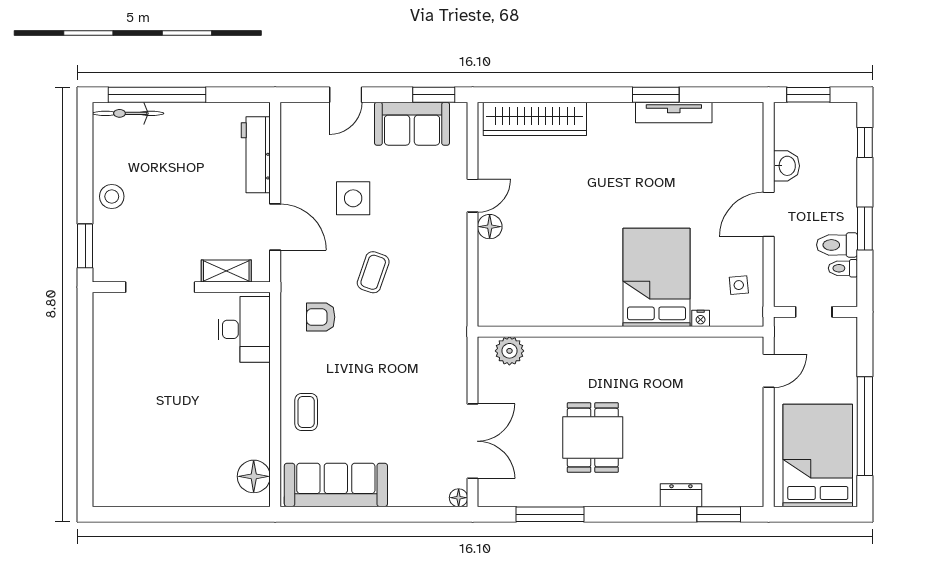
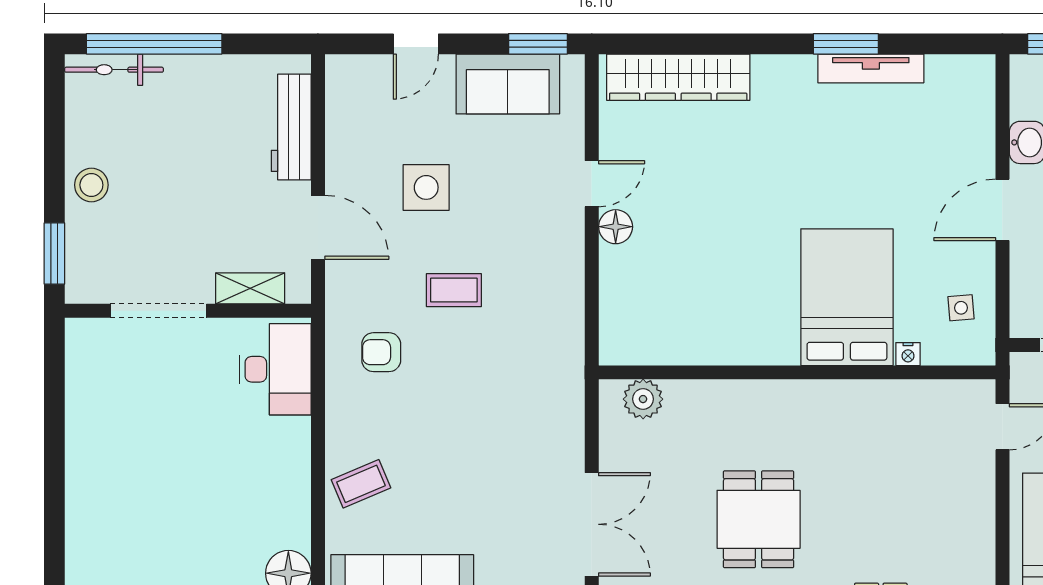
coffee table: (373, 272) -> (454, 290), turned 71
coffee table: (306, 412) -> (361, 484), turned 67

